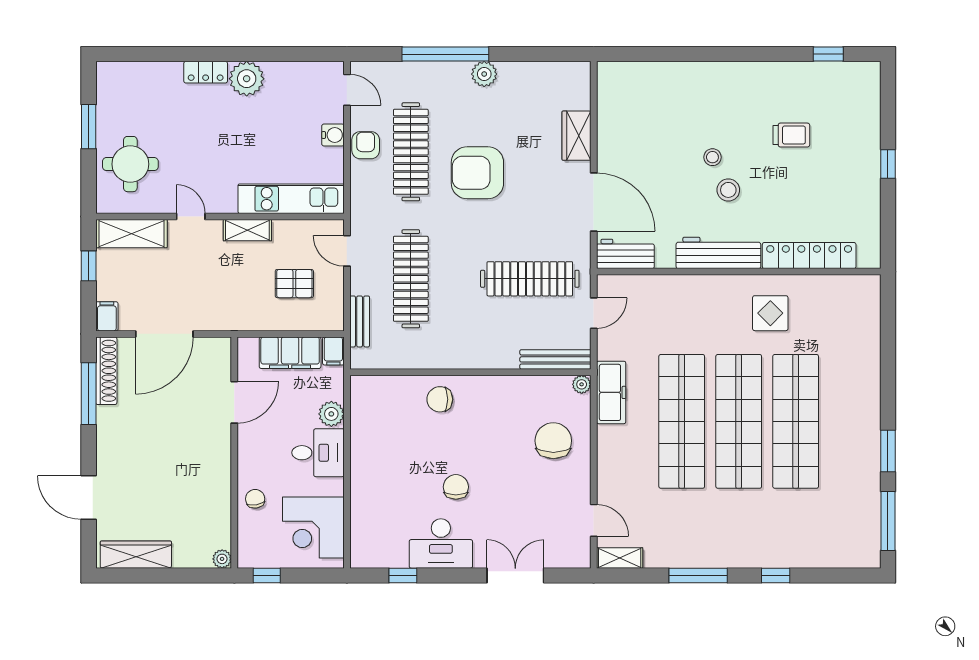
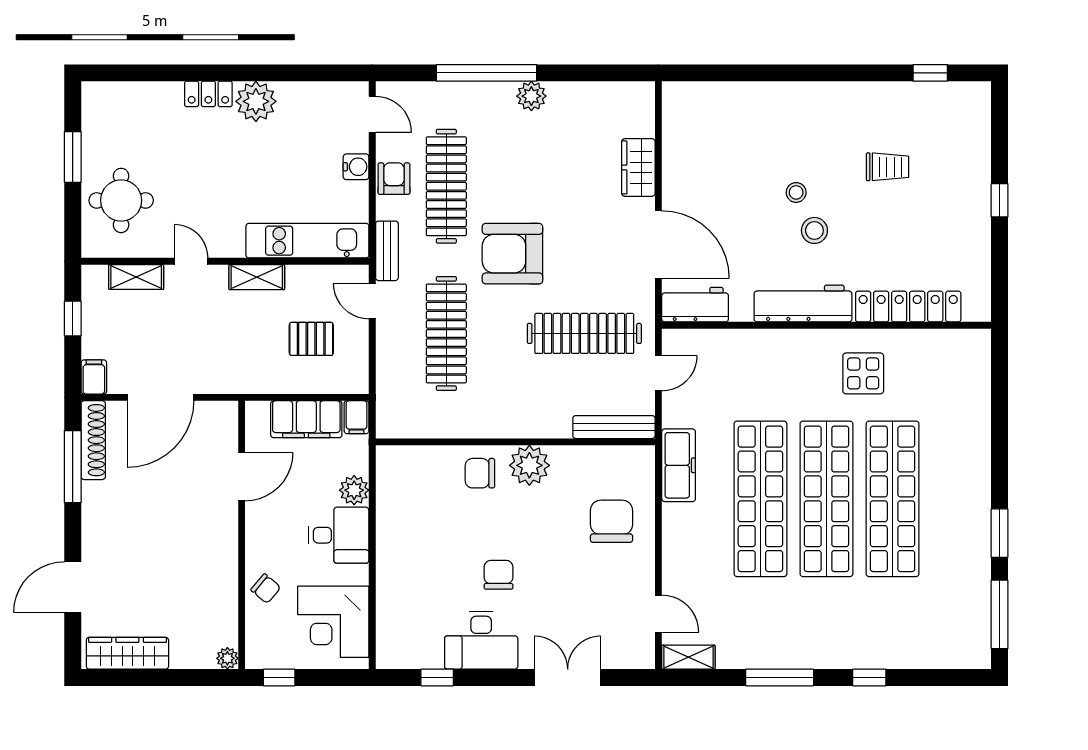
armchair: (477, 173) -> (512, 254), moved
shelving: (131, 234) -> (136, 277), width x0.67, depth x0.75
bench: (360, 321) -> (387, 251), moved
plant: (582, 384) -> (529, 465), moved, width x1.87, depth x1.87
door: (89, 498) -> (73, 587), hinge flipped
chair: (255, 499) -> (266, 589), turned 139

